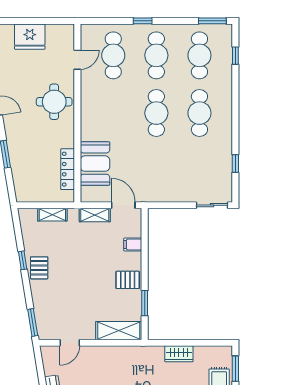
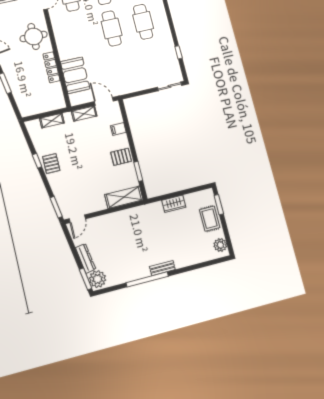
locker: (68, 169) -> (52, 67), moved
door: (70, 343) -> (77, 219), moved

